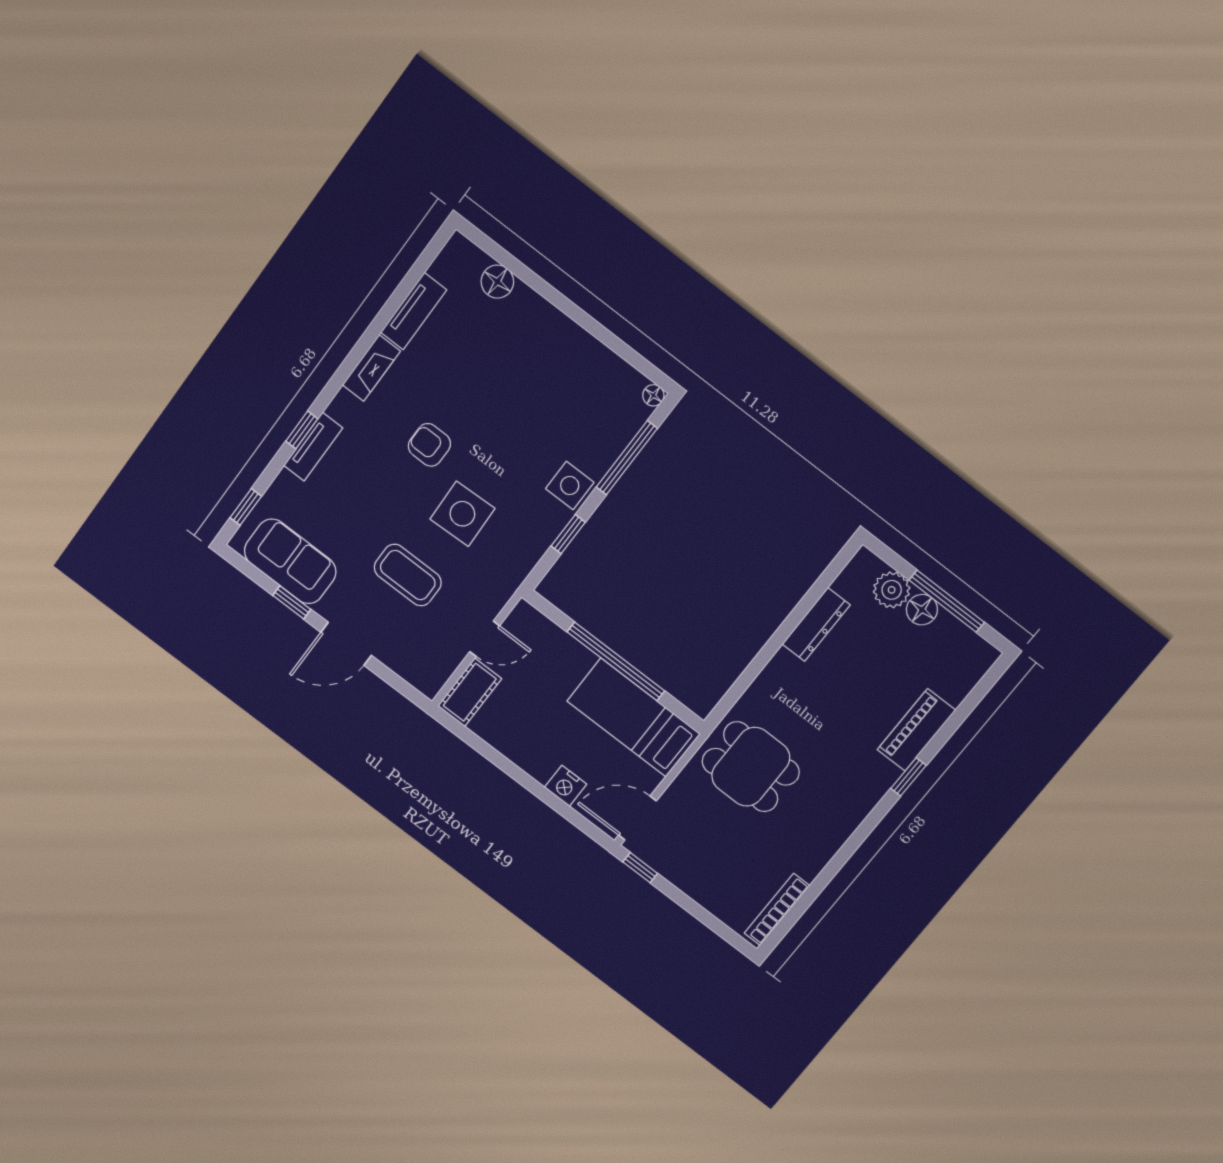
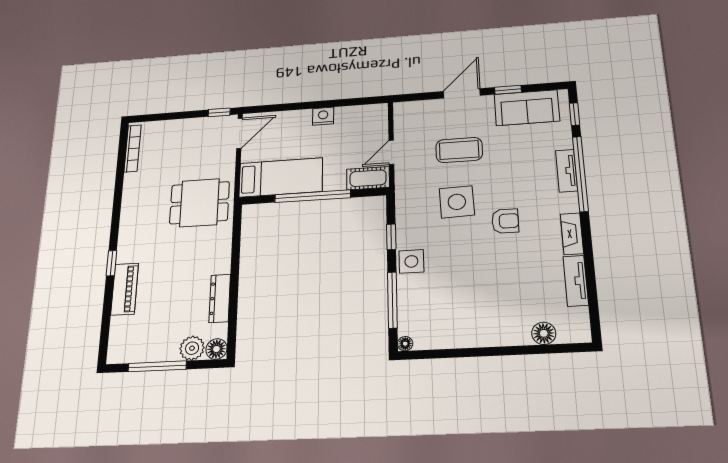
window: (302, 430) -> (580, 174), width x3.17
floor lamp: (922, 610) -> (216, 349), moved
cot: (470, 692) -> (368, 178), moved, turned 90
nightstand: (566, 786) -> (323, 116), moved

